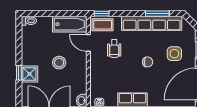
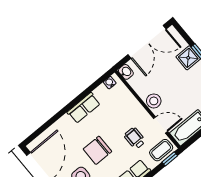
chair: (148, 62) -> (97, 150), width x1.87, depth x1.87
stool: (59, 63) -> (154, 101), moved

